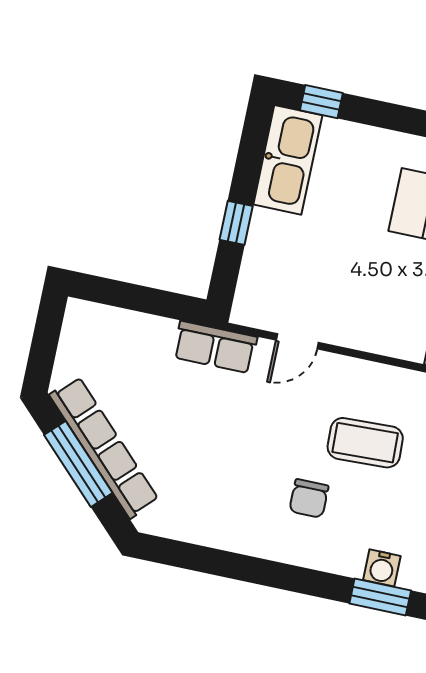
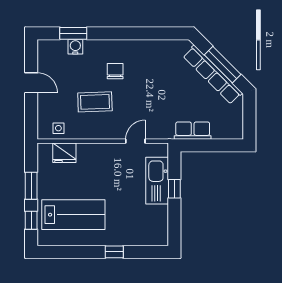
window: (321, 102) -> (114, 252), moved
kitchen sink: (288, 160) -> (157, 181), moved
row of seats: (215, 347) -> (193, 131), moved

